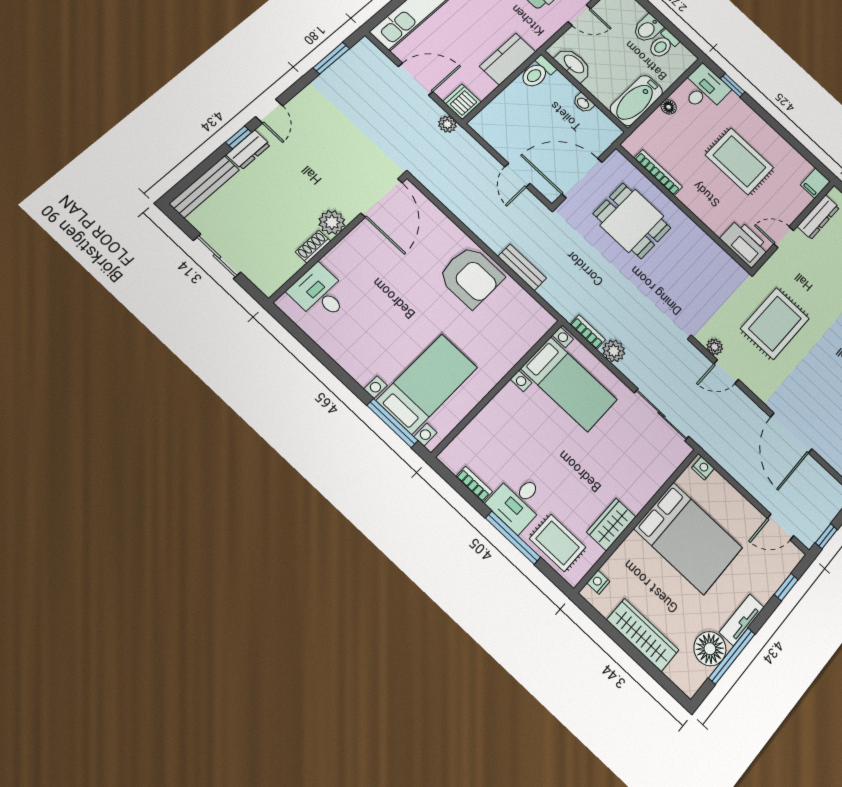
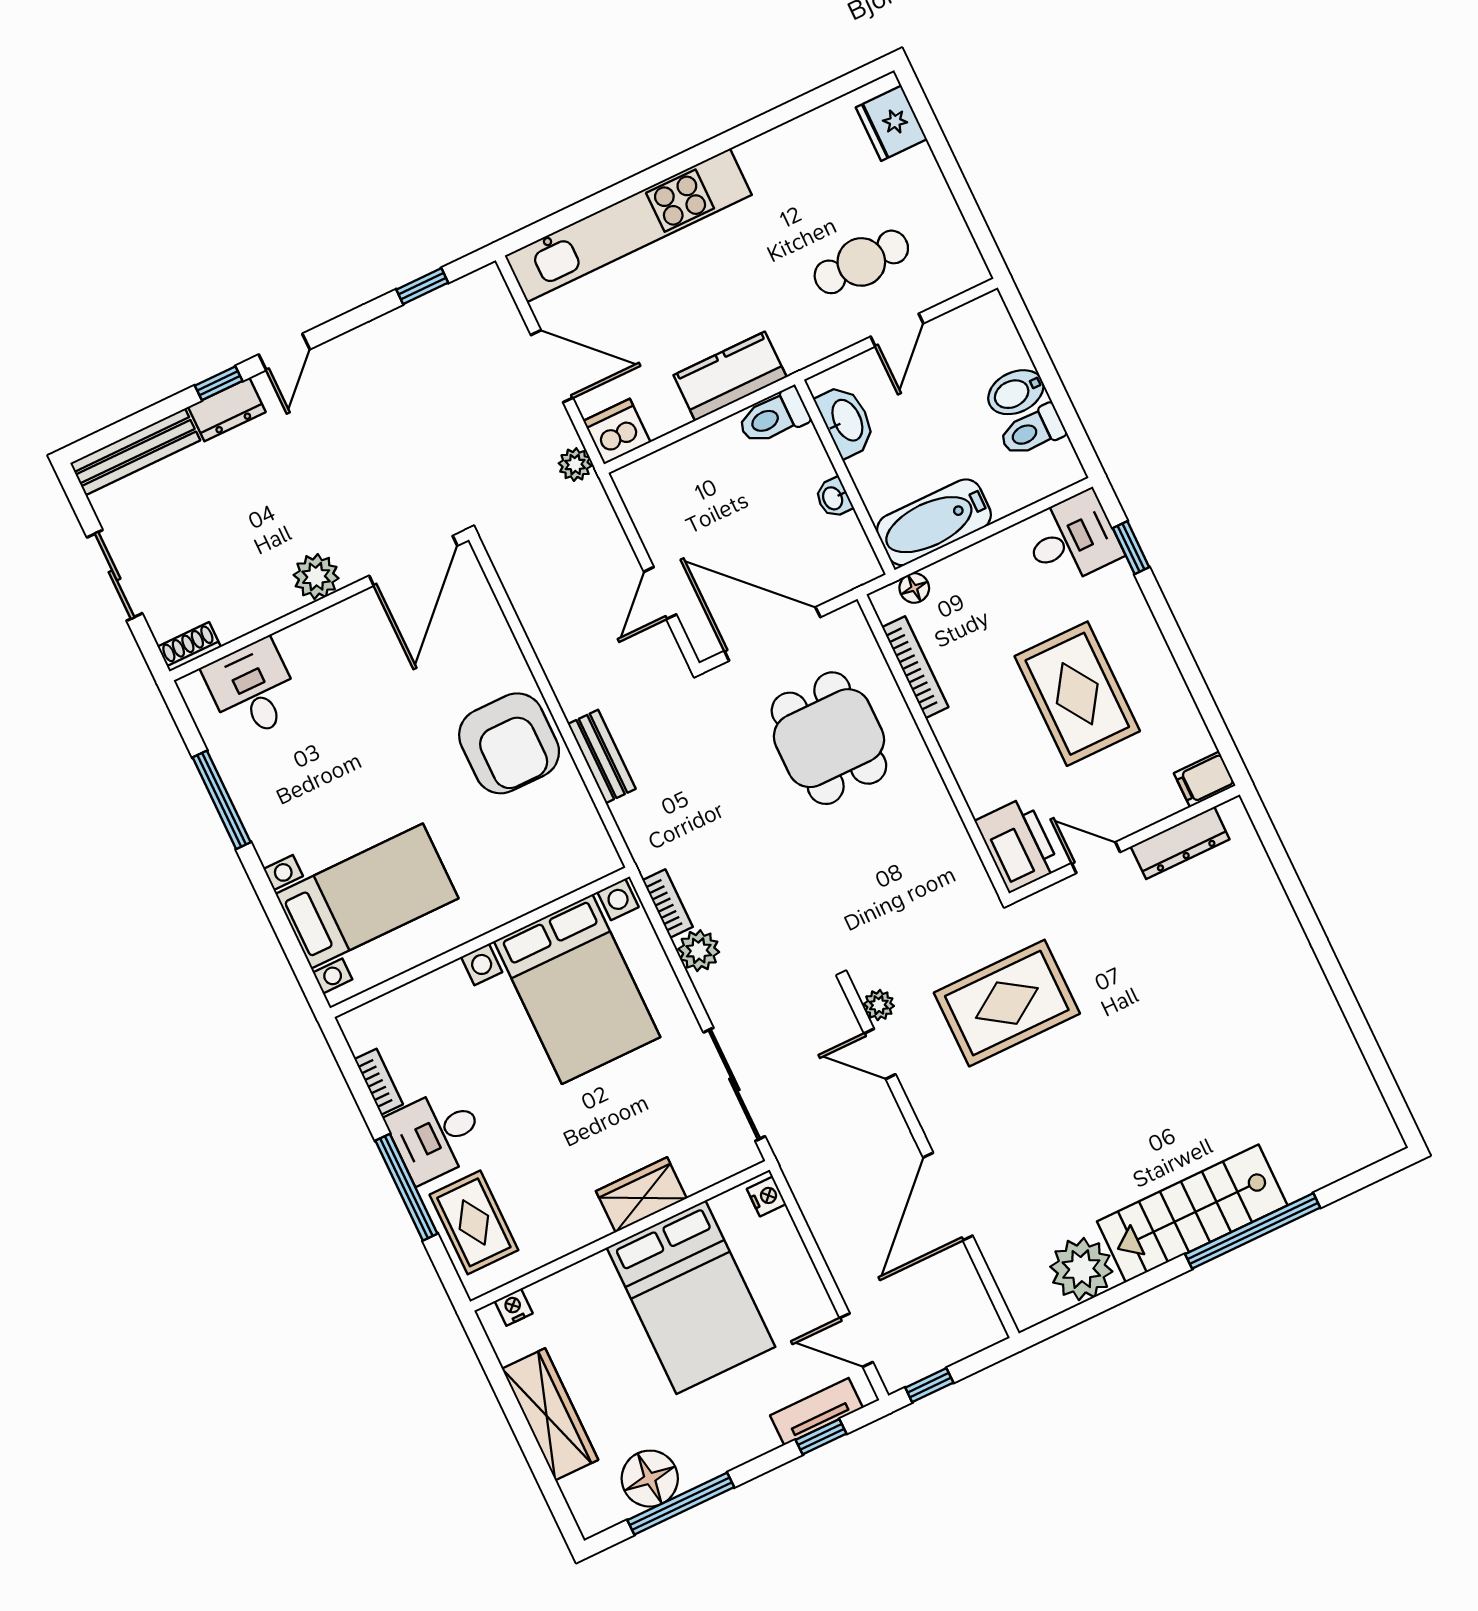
door: (579, 15) -> (897, 330), hinge flipped
window: (331, 58) -> (422, 286), width x0.67
floor lamp: (669, 107) -> (914, 588), moved
shoe rack: (313, 247) -> (189, 647), moved
bed with nightstands: (569, 384) -> (577, 989), width x1.36
window: (392, 423) -> (222, 800), moved
wardrobe: (611, 524) -> (641, 1195), moved
tv unit: (742, 620) -> (816, 1412), moved

